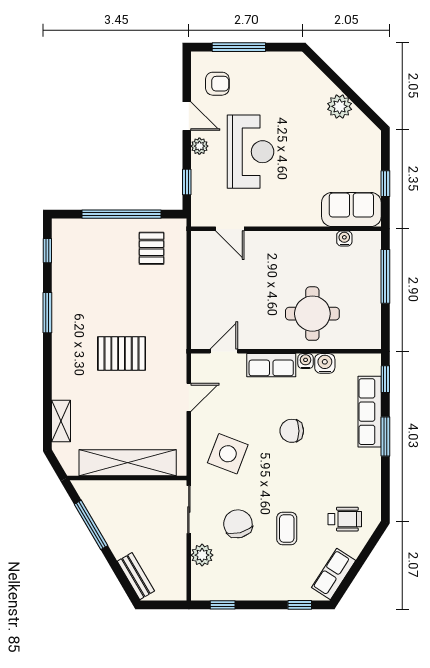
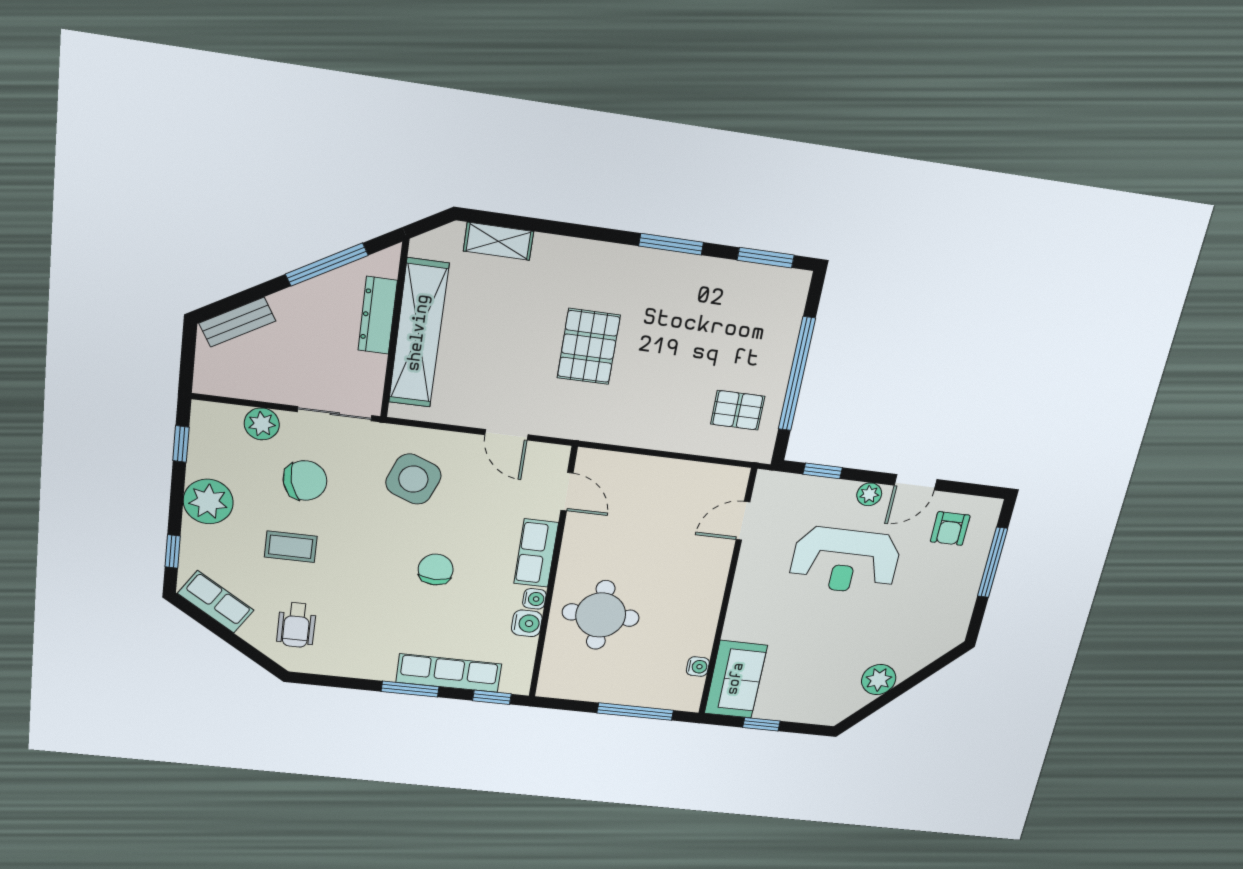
window: (47, 251) -> (766, 258), width x1.50
dresser: (119, 490) -> (378, 315), added
plant: (261, 585) -> (208, 502), added

